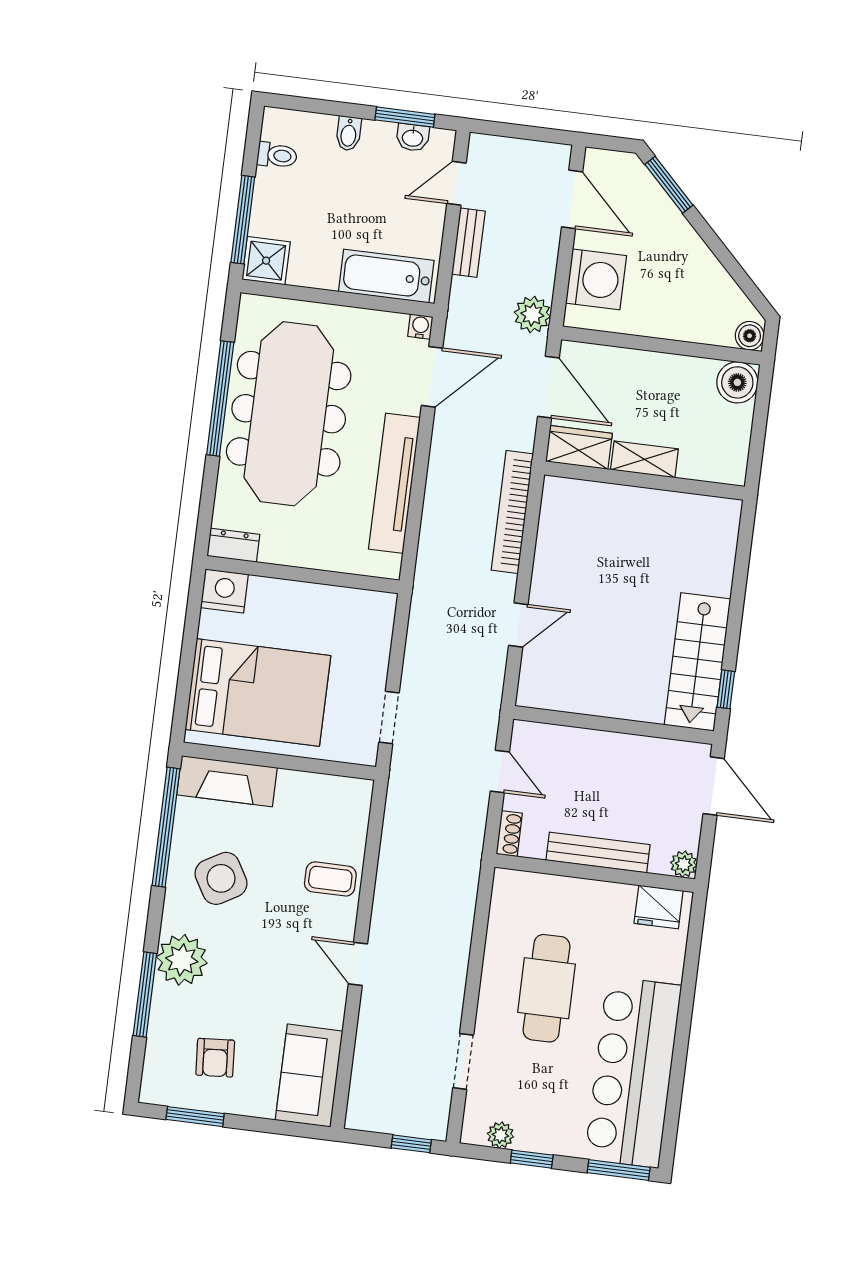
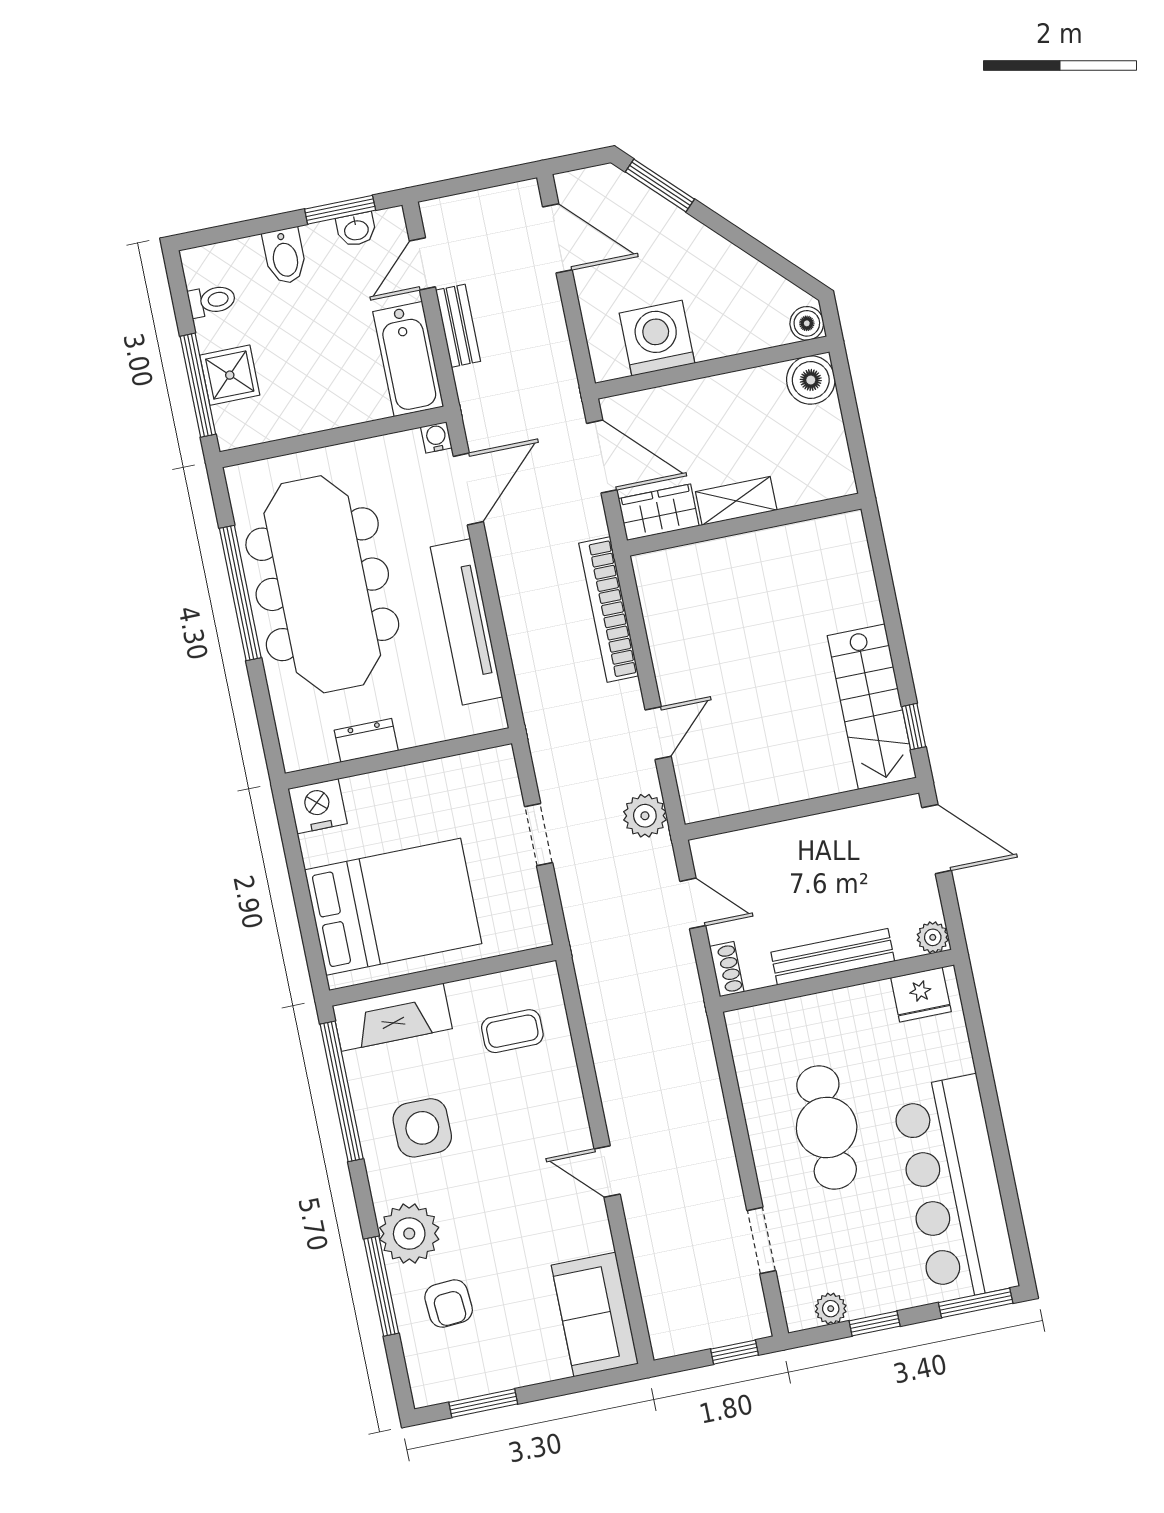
bidet: (349, 133) -> (285, 256), width x1.38, depth x1.36
shower: (266, 261) -> (230, 375), moved
bathtub: (386, 276) -> (408, 359), moved, turned -90
washing machine: (596, 279) -> (657, 338), moved, turned -90
plant: (532, 315) -> (645, 816), moved
dresser: (233, 545) -> (366, 740), moved
doorway: (389, 718) -> (539, 835), moved
side table: (221, 878) -> (422, 1128), turned 30
coffee table: (330, 879) -> (512, 1031), moved
armchair: (215, 1058) -> (449, 1304), moved

